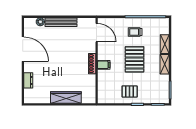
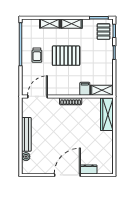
door: (23, 49) -> (67, 175), moved
filing cabinet: (104, 65) -> (85, 89), moved
pallet: (130, 91) -> (104, 32), moved
shelving: (102, 93) -> (102, 90), added
wardrobe: (66, 98) -> (107, 114), moved

